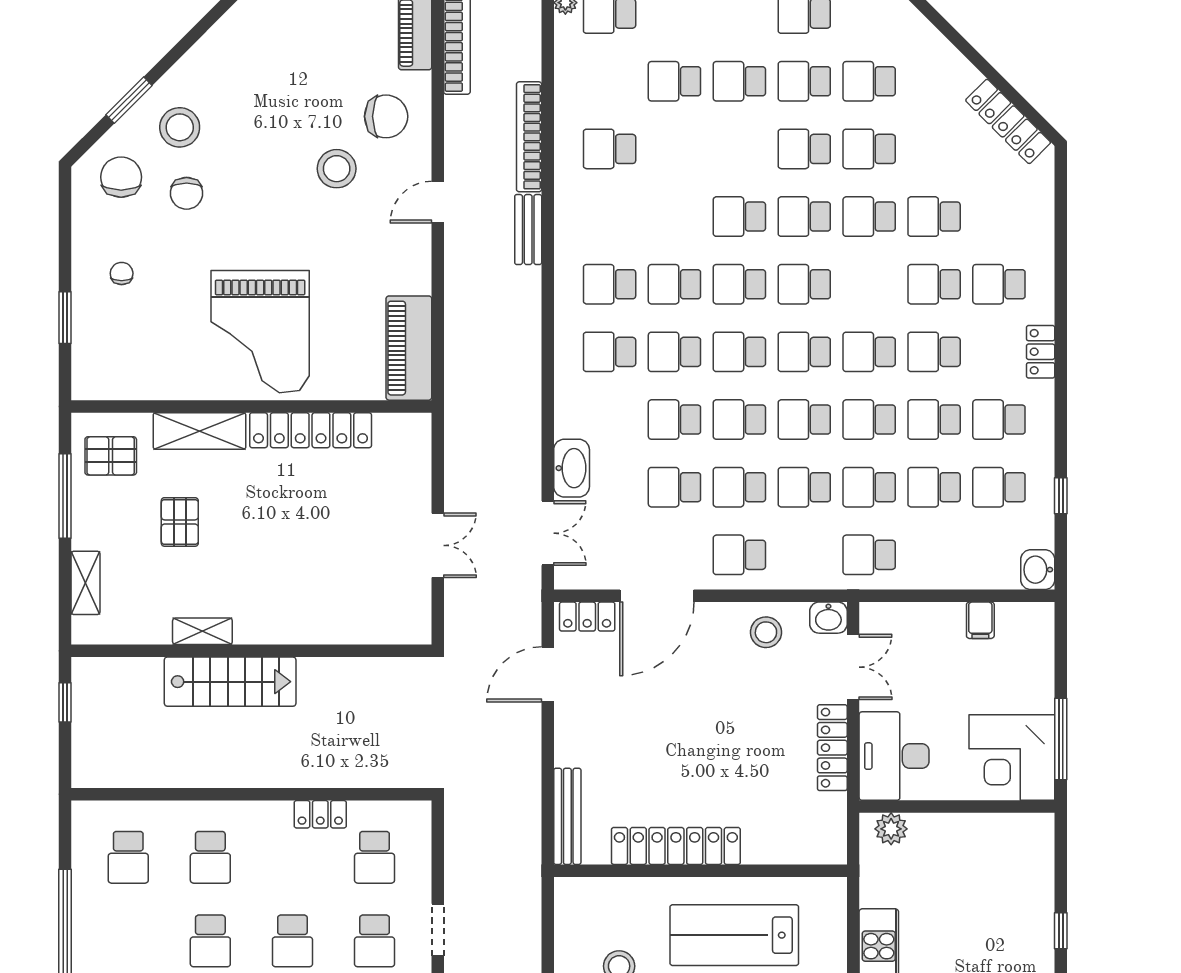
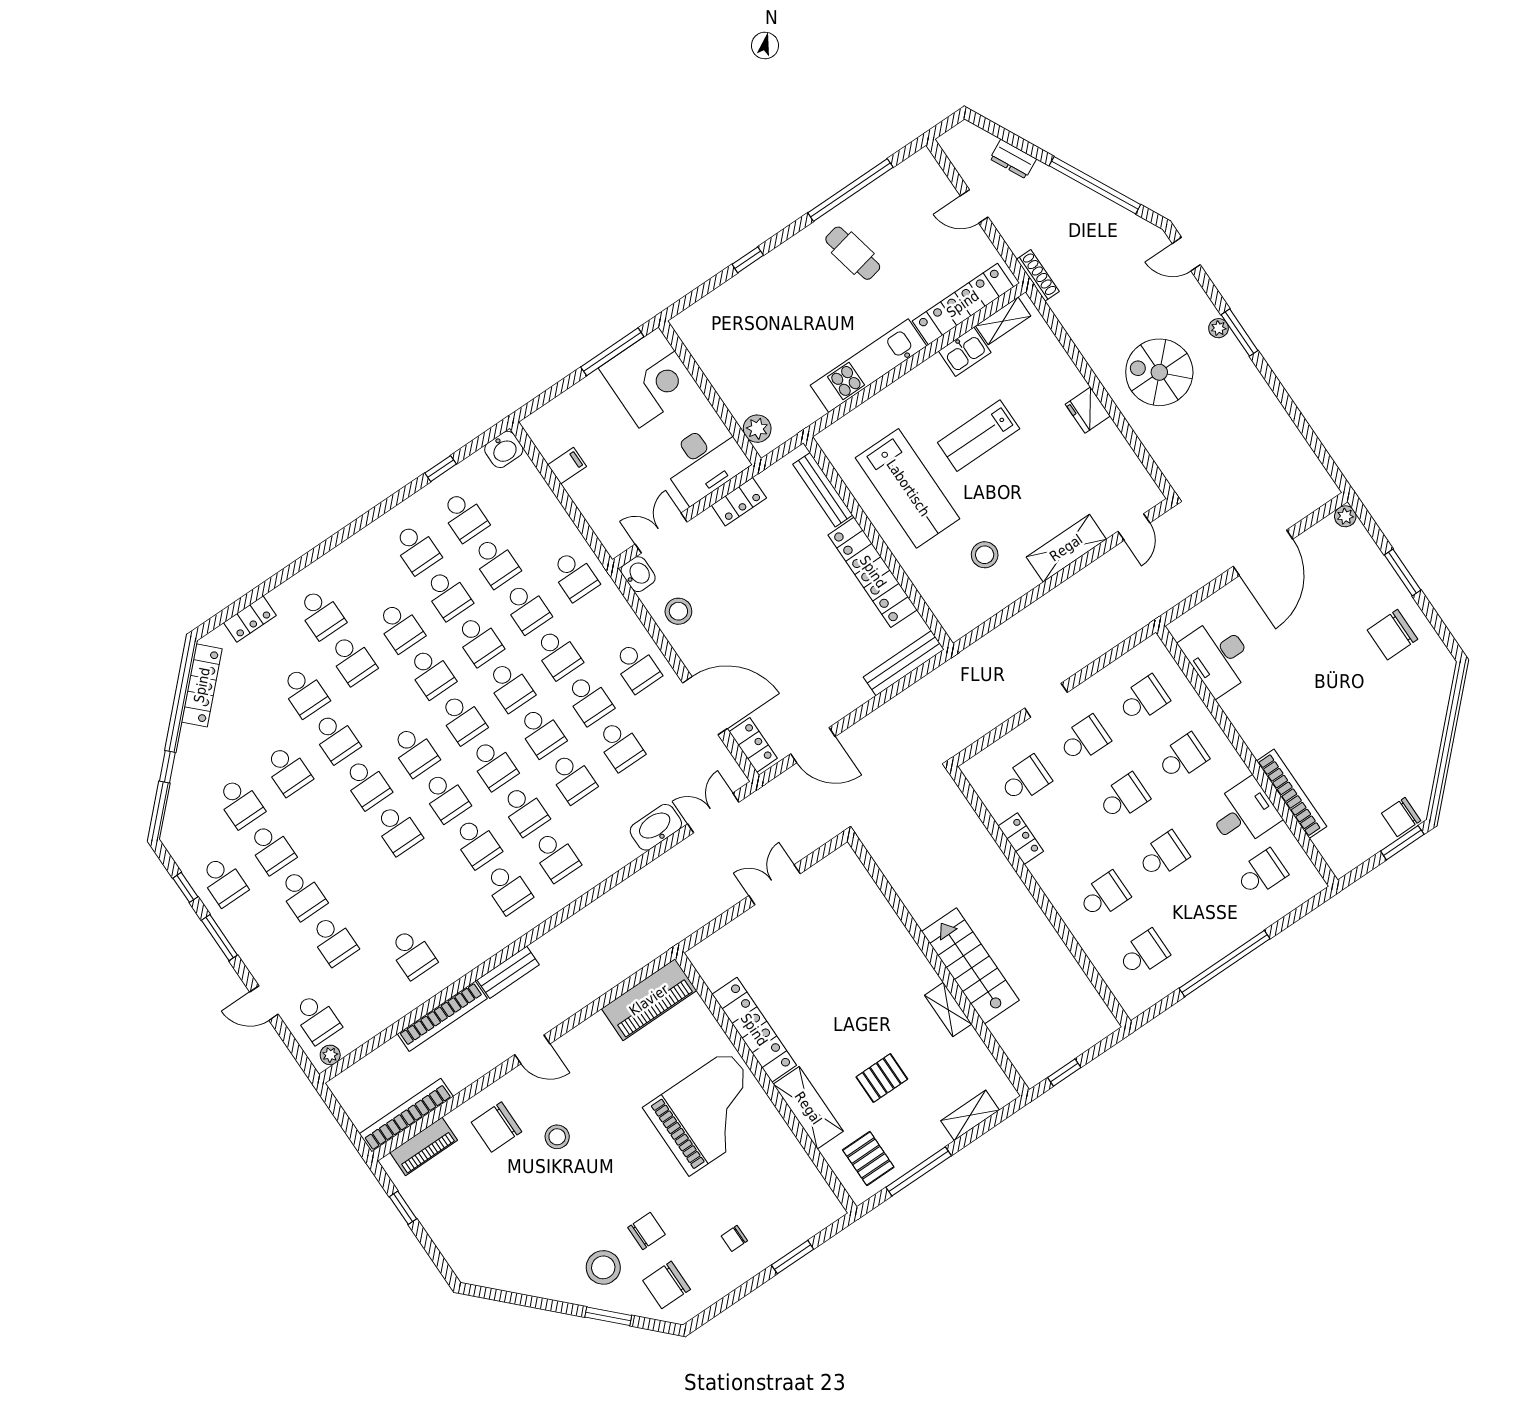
window: (952, 35) -> (167, 767), added
chair: (386, 116) -> (497, 1127), turned -90
school desk: (804, 149) -> (319, 816), removed
stool: (337, 169) -> (557, 1137), width x0.73, depth x0.73
locker: (1041, 352) -> (250, 619), moved
locker: (832, 748) -> (739, 502), width x0.66
bench: (789, 852) -> (823, 490), added

